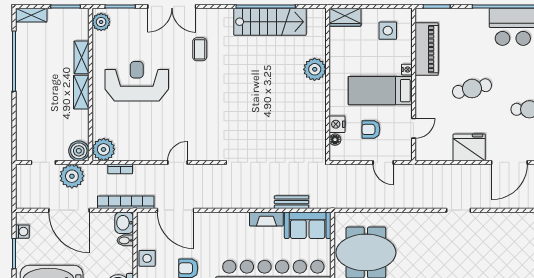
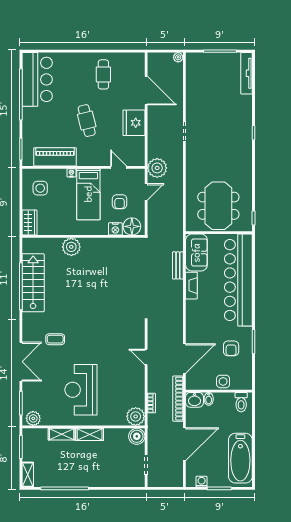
floor lamp: (335, 140) -> (132, 226), width x1.89, depth x1.89
plant: (72, 176) -> (157, 168), moved

